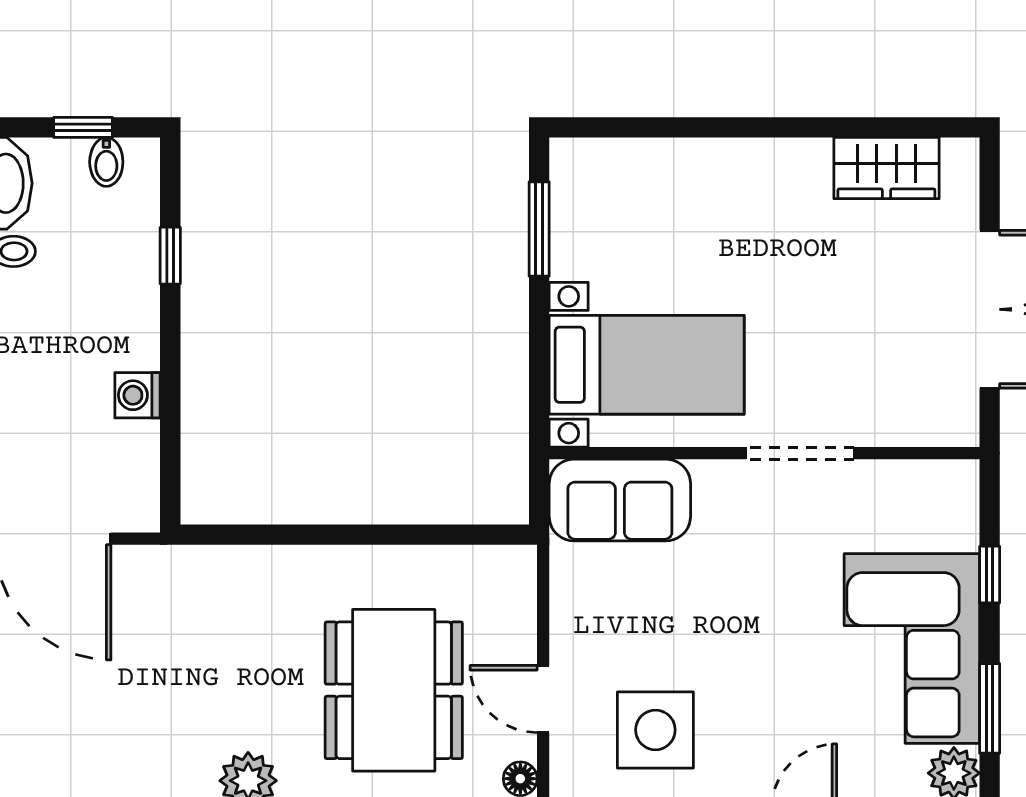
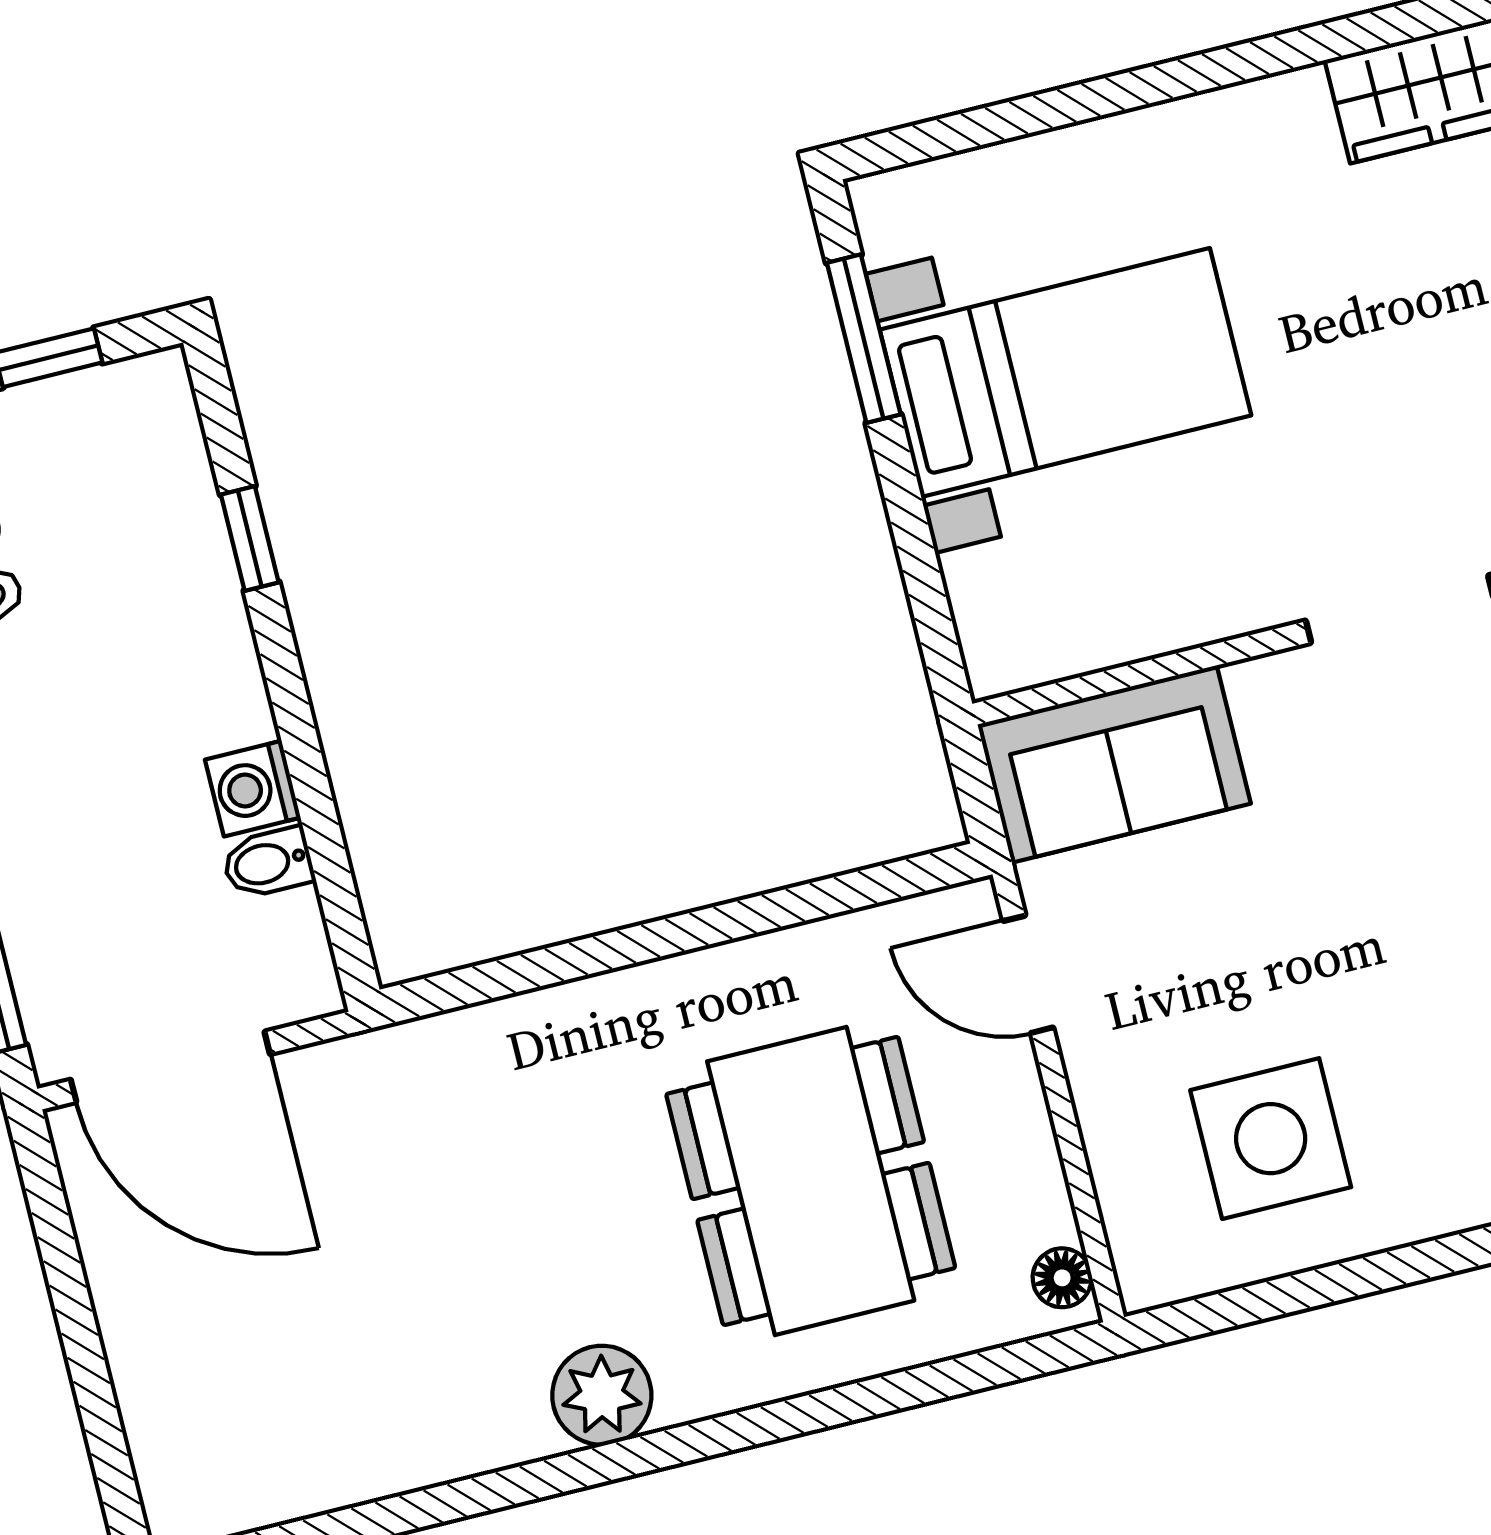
bidet: (106, 162) -> (268, 863), moved, turned 90
bed with nightstands: (647, 365) -> (1065, 373), moved
door: (543, 699) -> (1028, 974), moved

